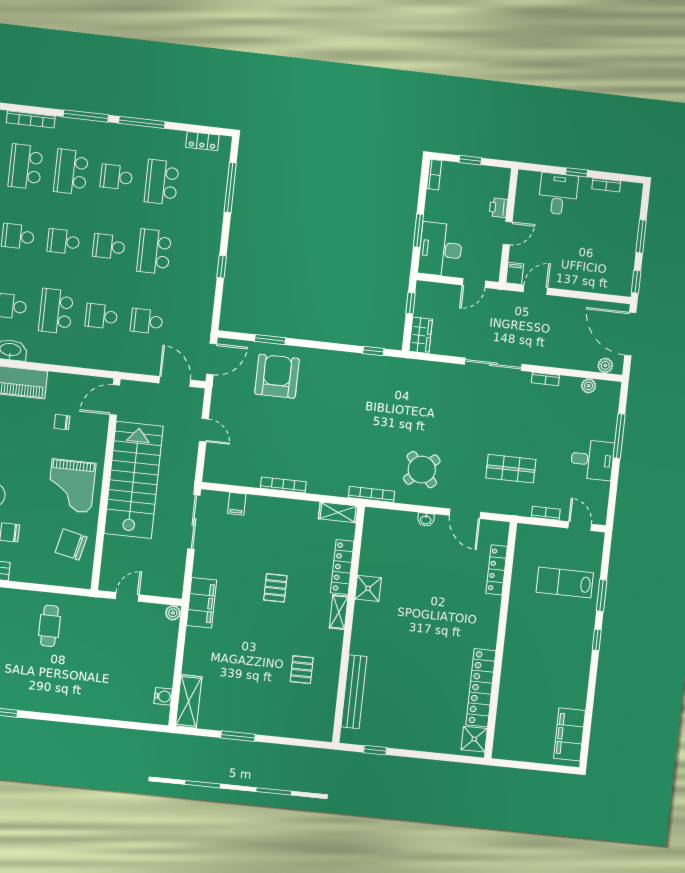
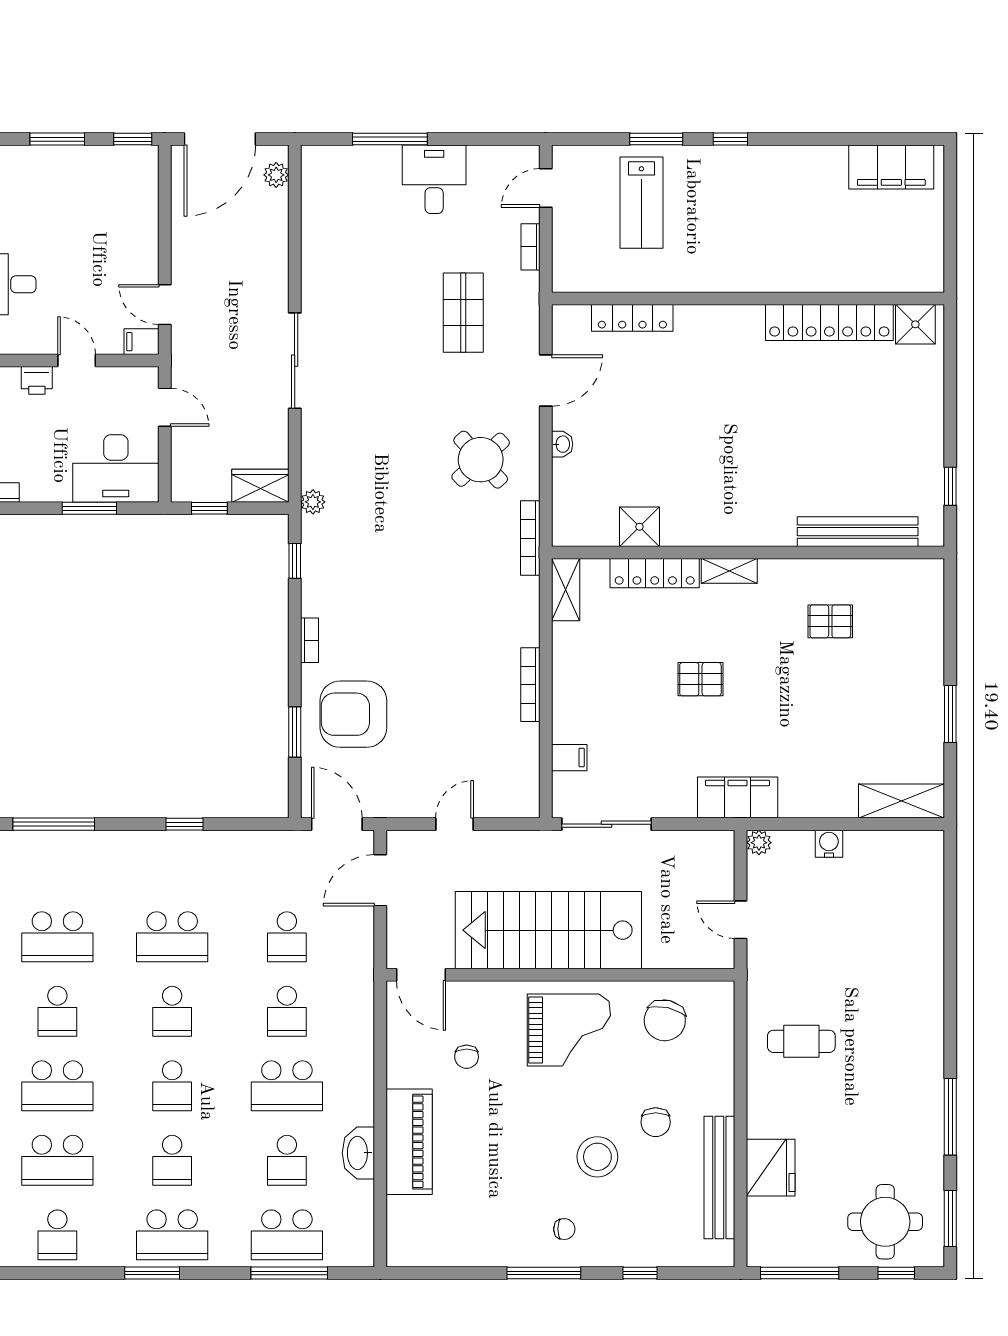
bookcase: (545, 379) -> (310, 640), moved
plant: (589, 386) -> (313, 502), moved
shower: (368, 588) -> (639, 527), moved
water cooler: (163, 696) -> (829, 844), moved

